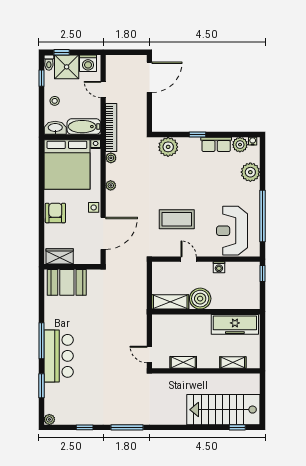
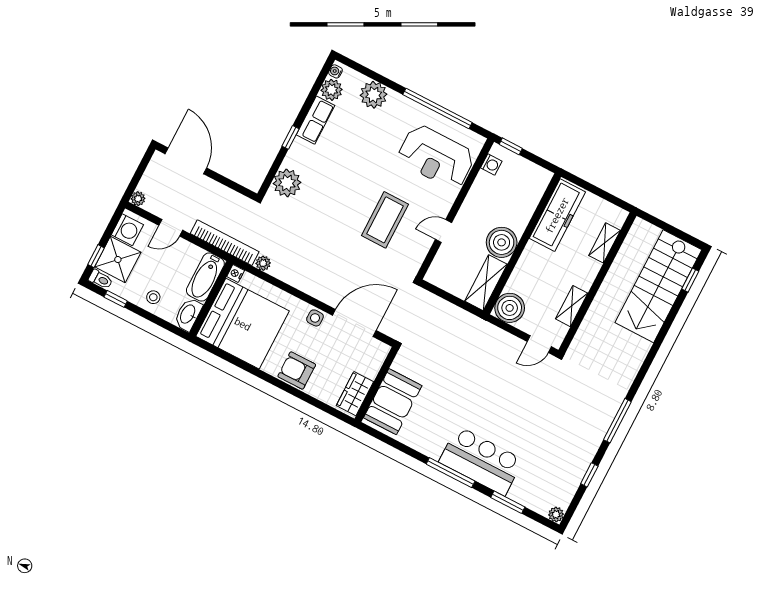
plant: (111, 185) -> (138, 199), moved
door: (103, 233) -> (354, 323), hinge flipped
washing machine: (219, 267) -> (491, 164), moved
boiler: (162, 325) -> (510, 308), added

